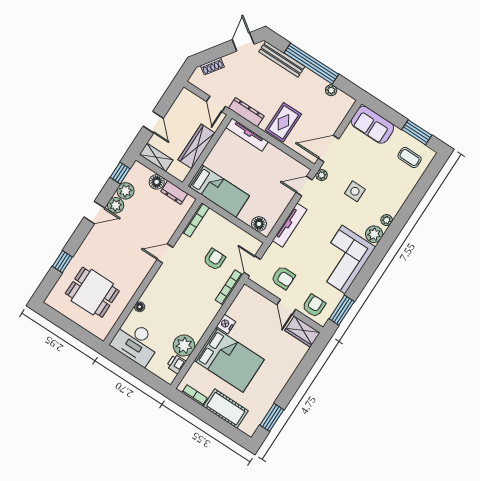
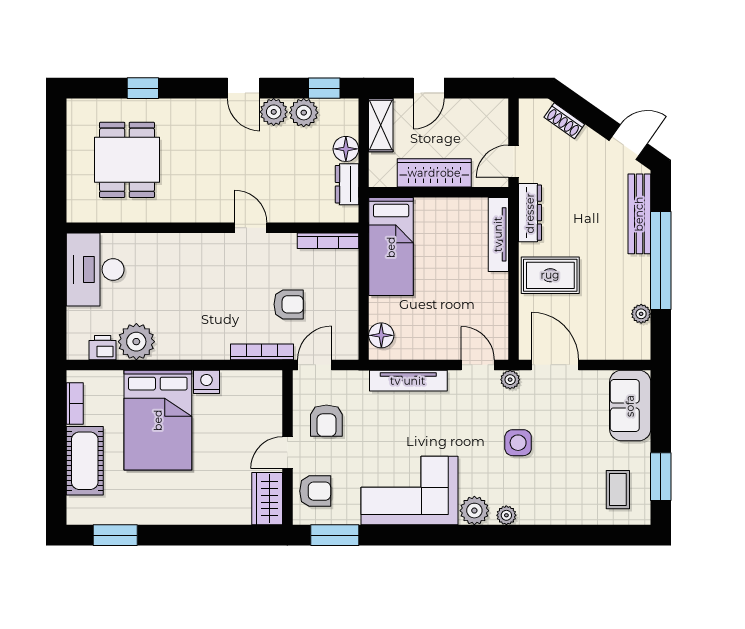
floor lamp: (140, 307) -> (150, 242), removed

